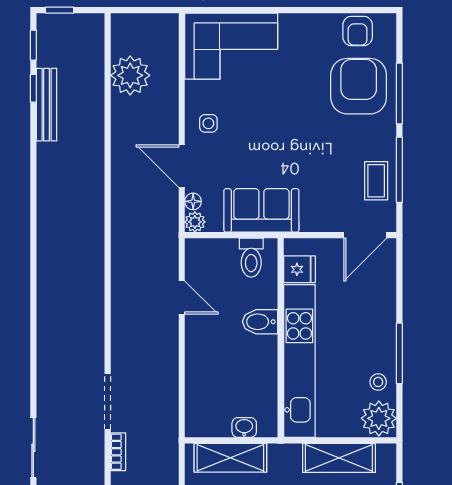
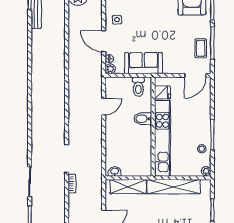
door: (182, 298) -> (104, 107), hinge flipped
plant: (379, 418) -> (206, 171), width x0.53, depth x0.53
washbasin: (244, 427) -> (115, 171), moved
shelving: (339, 458) -> (174, 187), width x1.47

